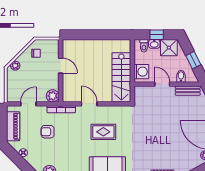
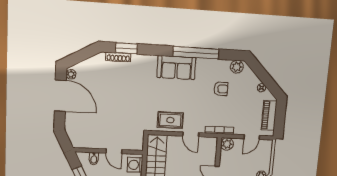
bench: (188, 91) -> (87, 144), removed
armchair: (48, 132) -> (221, 89), moved
rug: (103, 132) -> (170, 120), moved

